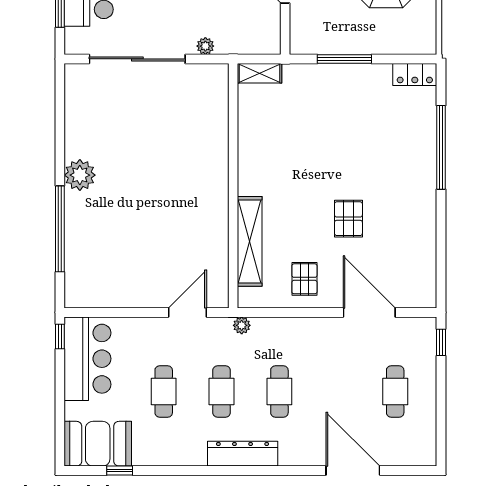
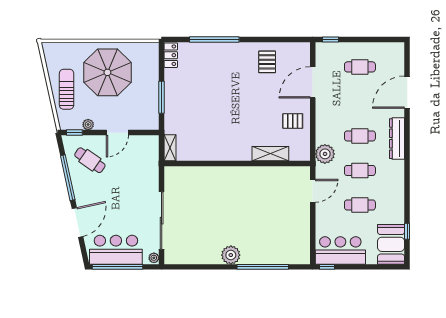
plant: (205, 46) -> (154, 258), moved
pallet: (348, 219) -> (267, 62), moved, turned 90
shelving: (250, 241) -> (270, 154), width x0.68
door: (187, 312) -> (313, 191), swing flipped
plant: (242, 325) -> (325, 154), width x1.88, depth x1.88
dresser: (243, 454) -> (397, 139), moved

